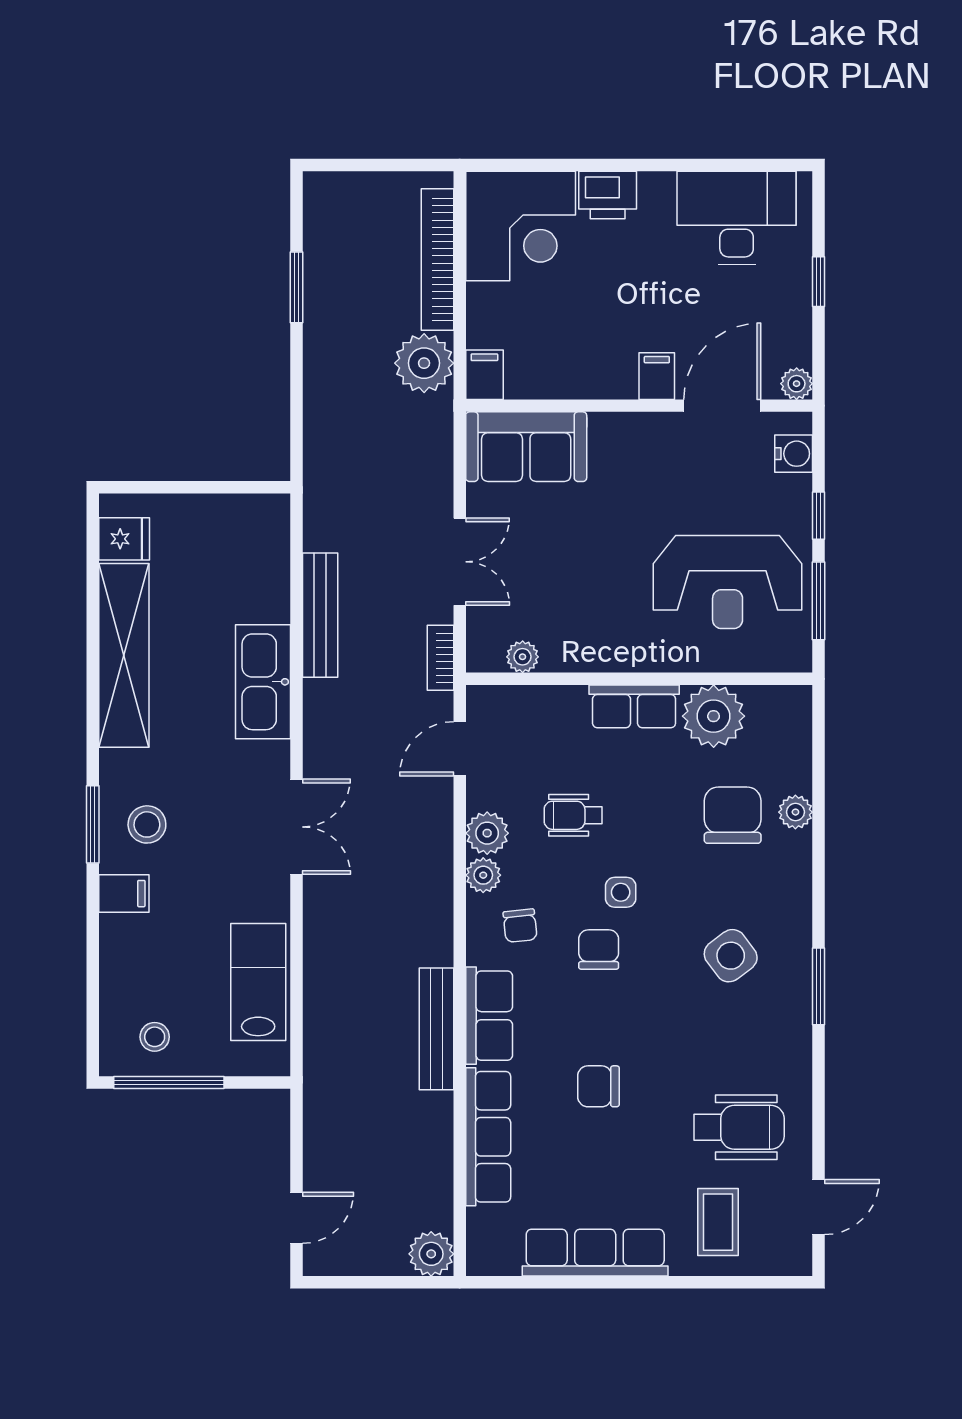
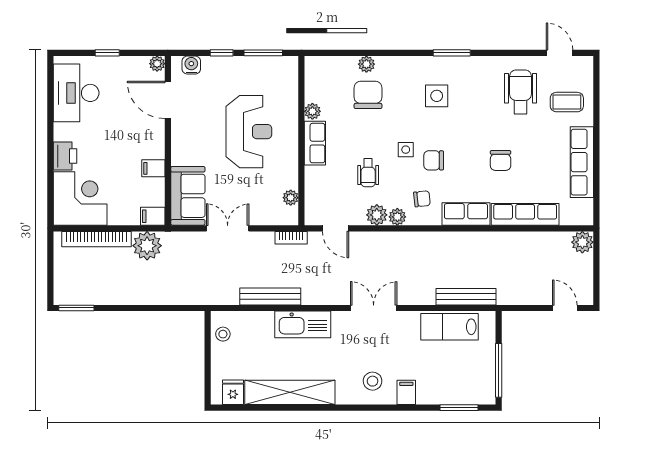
window: (297, 287) -> (76, 308), moved
filing cabinet: (657, 376) -> (153, 168), moved
double door: (460, 562) -> (228, 228), moved
reception desk: (728, 582) -> (249, 132), moved
plant: (714, 716) -> (312, 111), width x0.53, depth x0.53
chair: (733, 815) -> (368, 95), turned 90
window: (93, 824) -> (459, 408), moved
side table: (731, 956) -> (437, 96), turned 37
bench: (436, 1029) -> (466, 297), moved
stool: (155, 1037) -> (223, 334), moved

